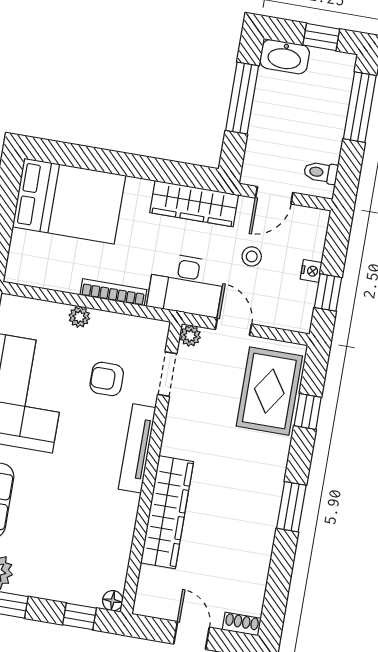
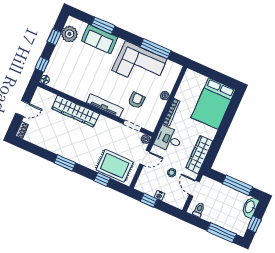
desk: (186, 285) -> (169, 139), width x0.73

